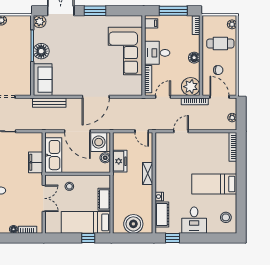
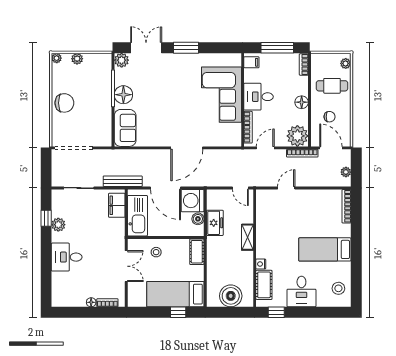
bench: (49, 103) -> (123, 181), moved
filing cabinet: (36, 162) -> (117, 205), moved
cot: (104, 199) -> (197, 252), moved

